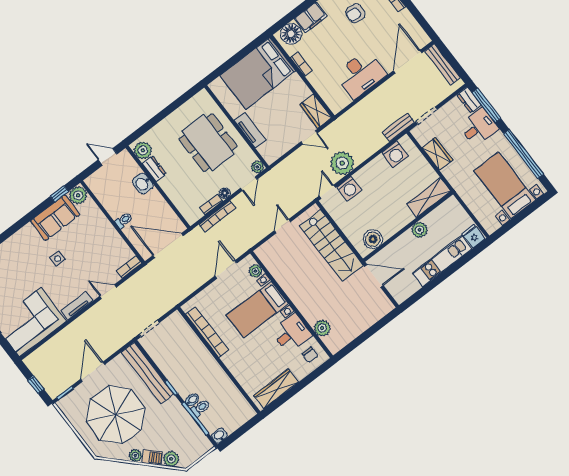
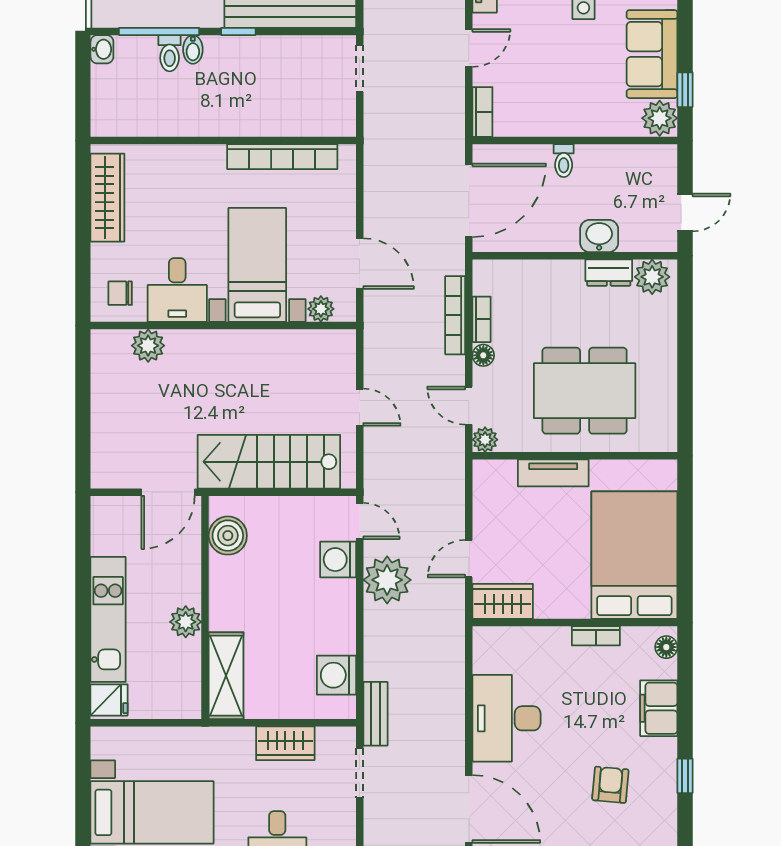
floor lamp: (291, 34) -> (666, 647), width x0.53, depth x0.53

